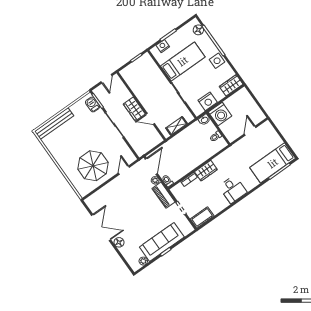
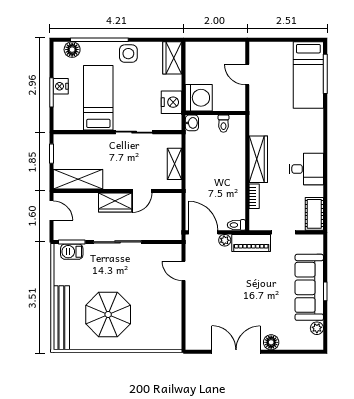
nightstand: (163, 46) -> (61, 86), moved
shelving: (133, 81) -> (78, 179), added
parasol: (93, 166) -> (108, 314), moved
wardrobe: (206, 171) -> (258, 159), width x1.50
desk: (233, 189) -> (306, 169), moved

